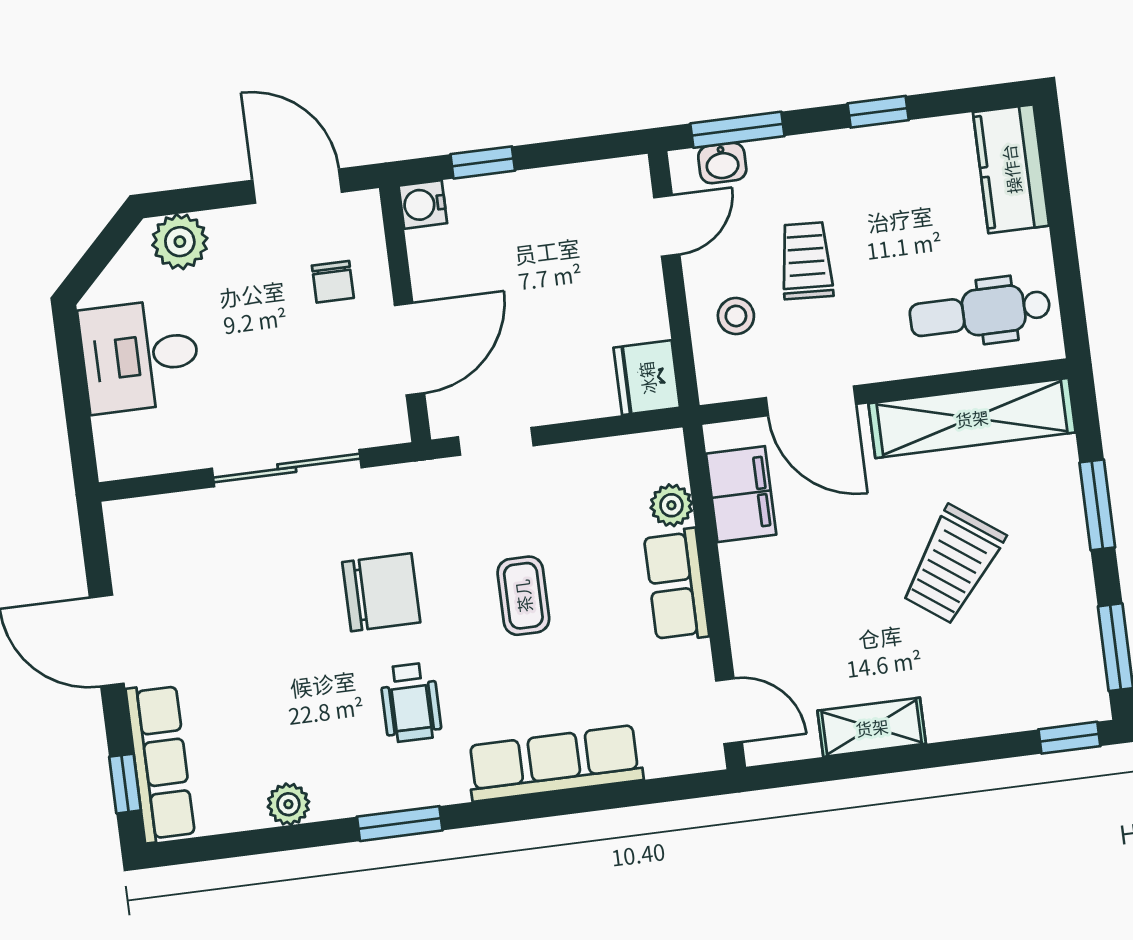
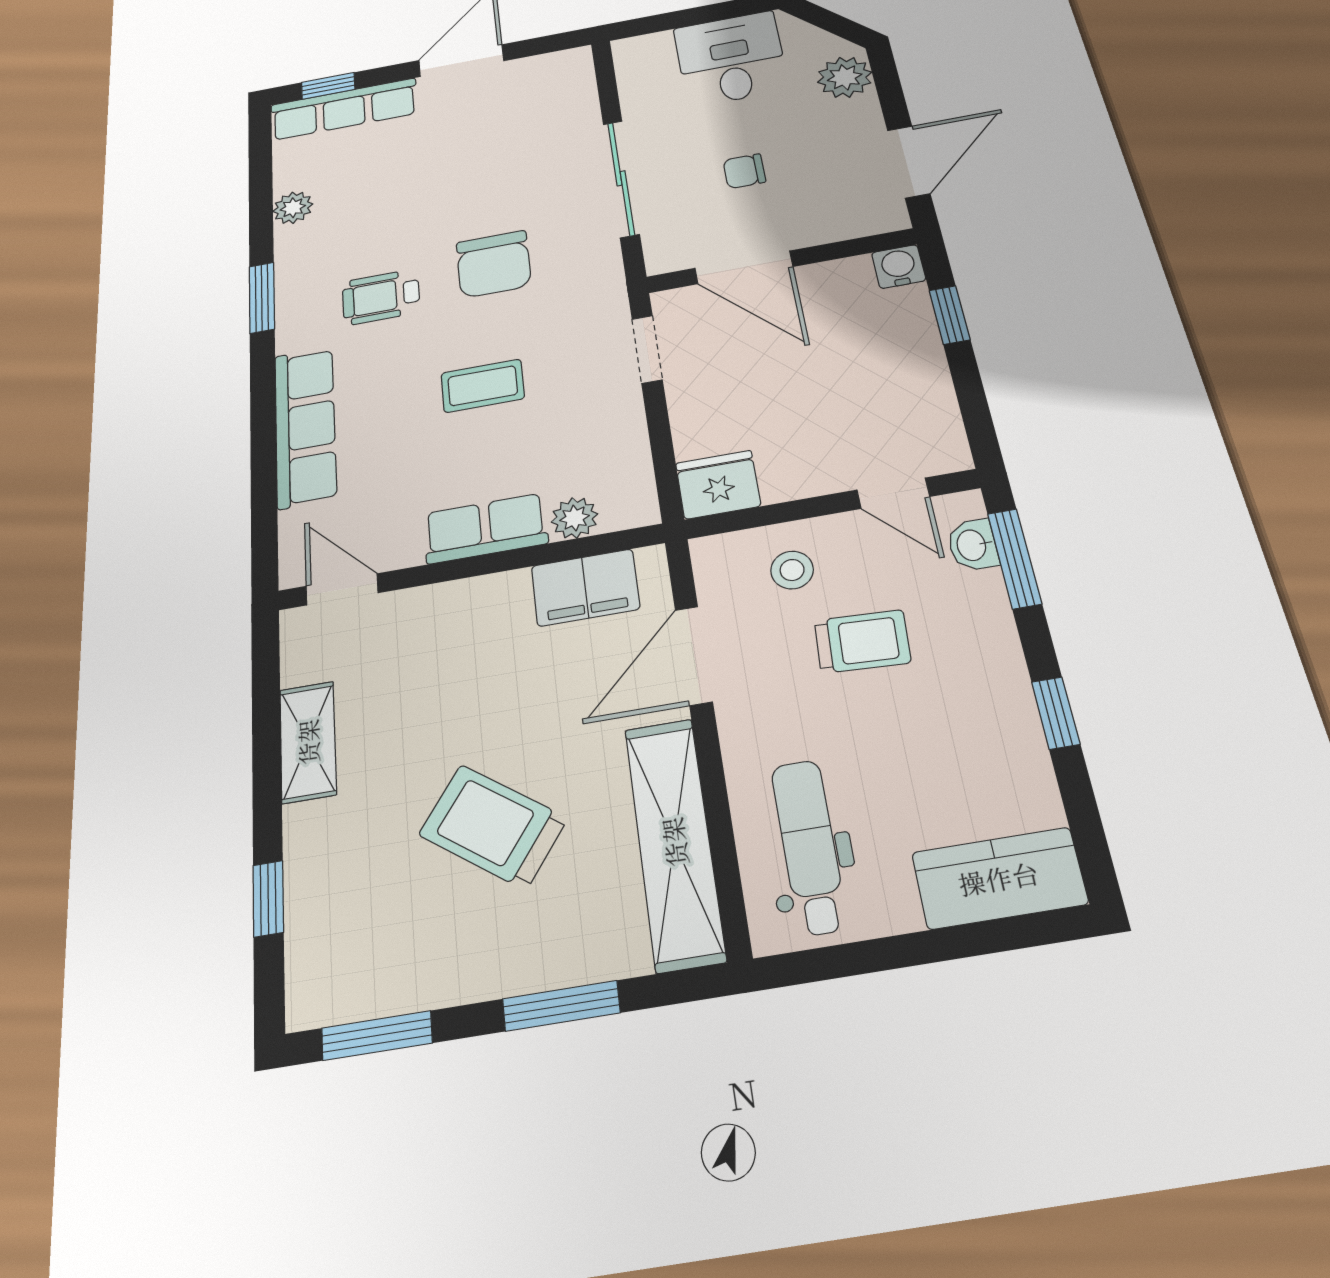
chair: (333, 282) -> (744, 171), moved
door: (729, 711) -> (342, 589), swing flipped
window: (1069, 738) -> (268, 899), moved

